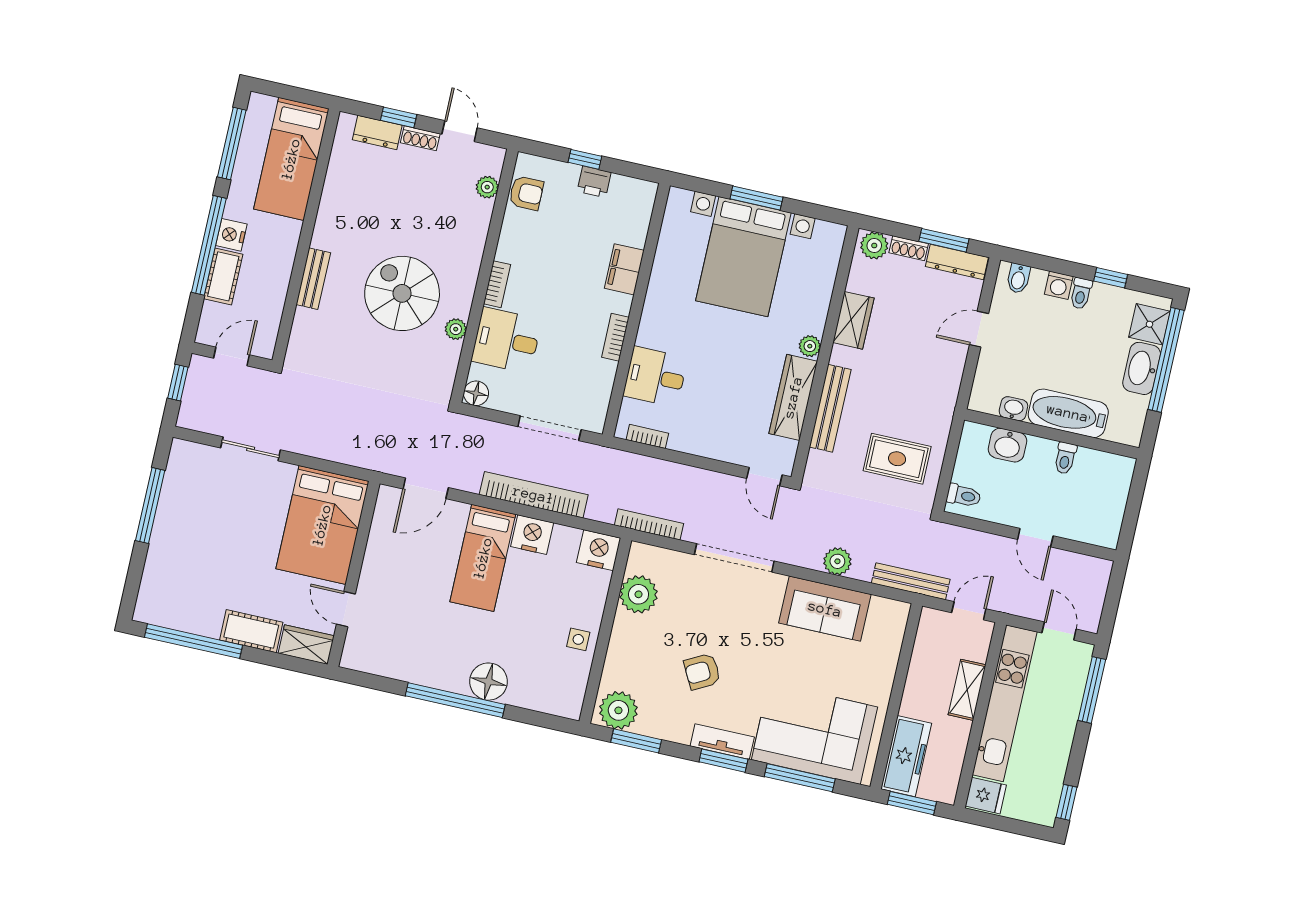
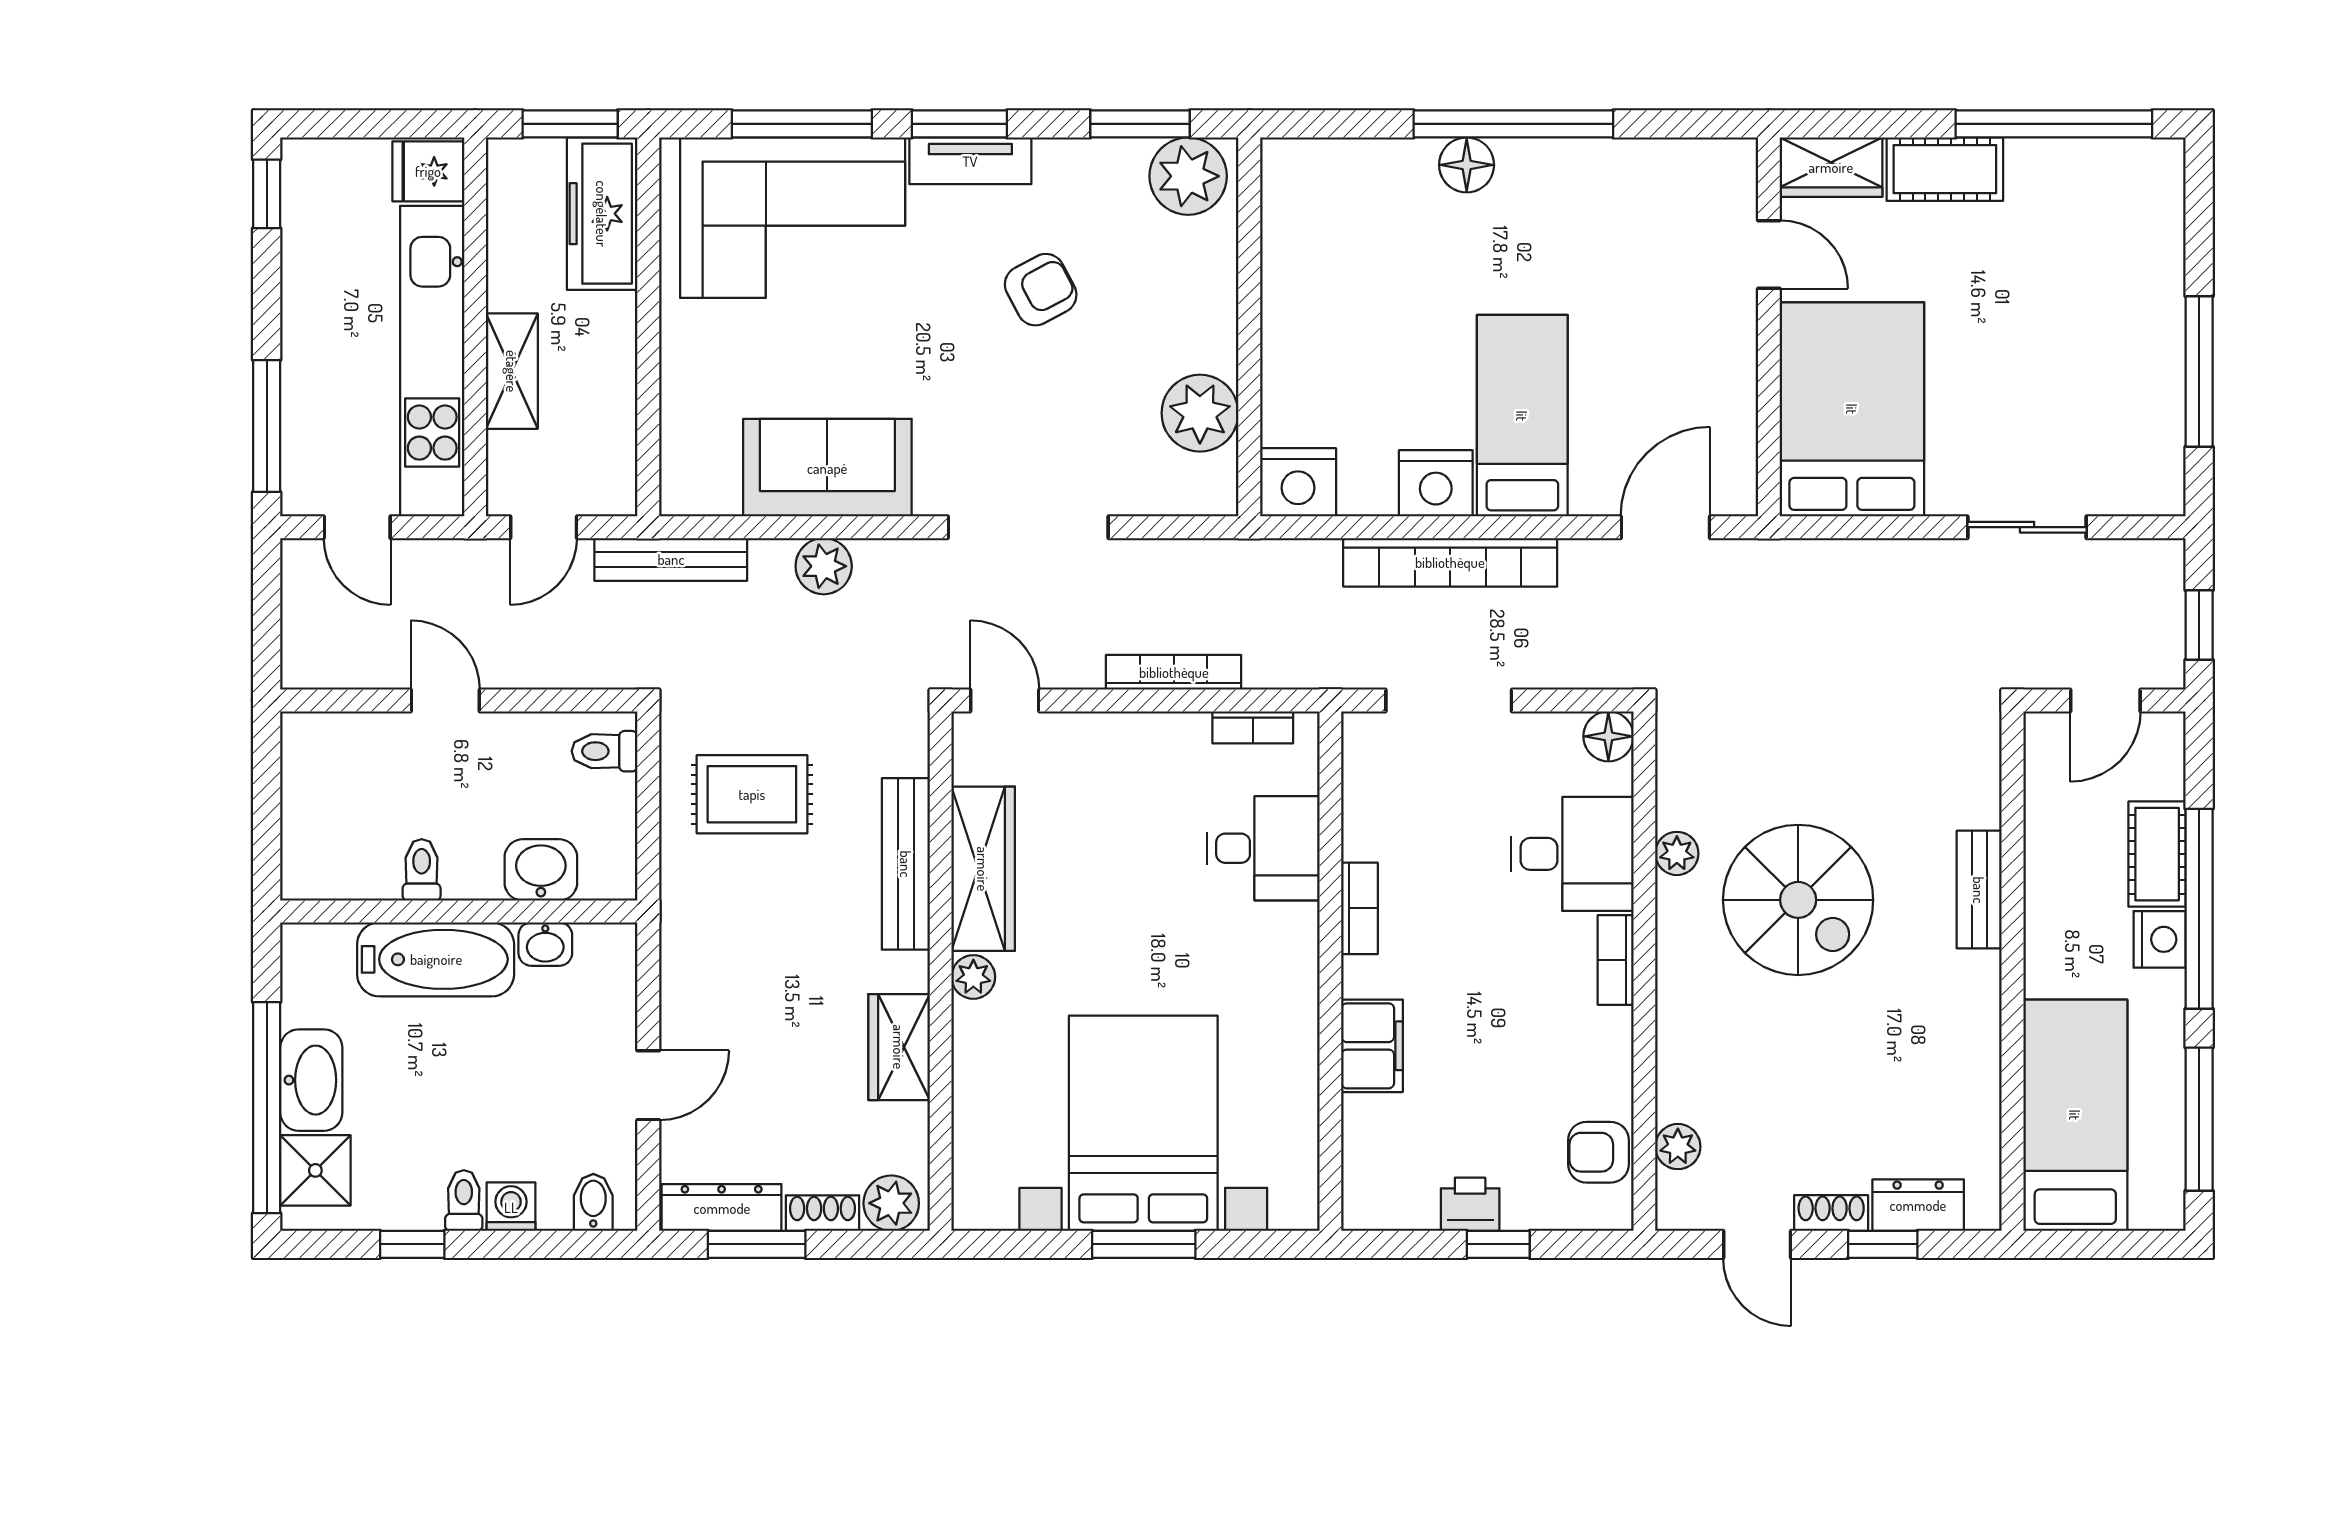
bookcase: (649, 524) -> (1174, 672), moved, turned 180
side table: (578, 639) -> (1299, 298), removed
floor lamp: (488, 682) -> (1467, 165), width x0.73, depth x0.73

